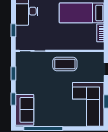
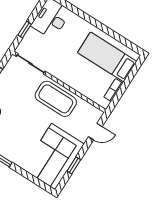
coffee table: (65, 64) -> (56, 99), width x1.36, depth x1.32

